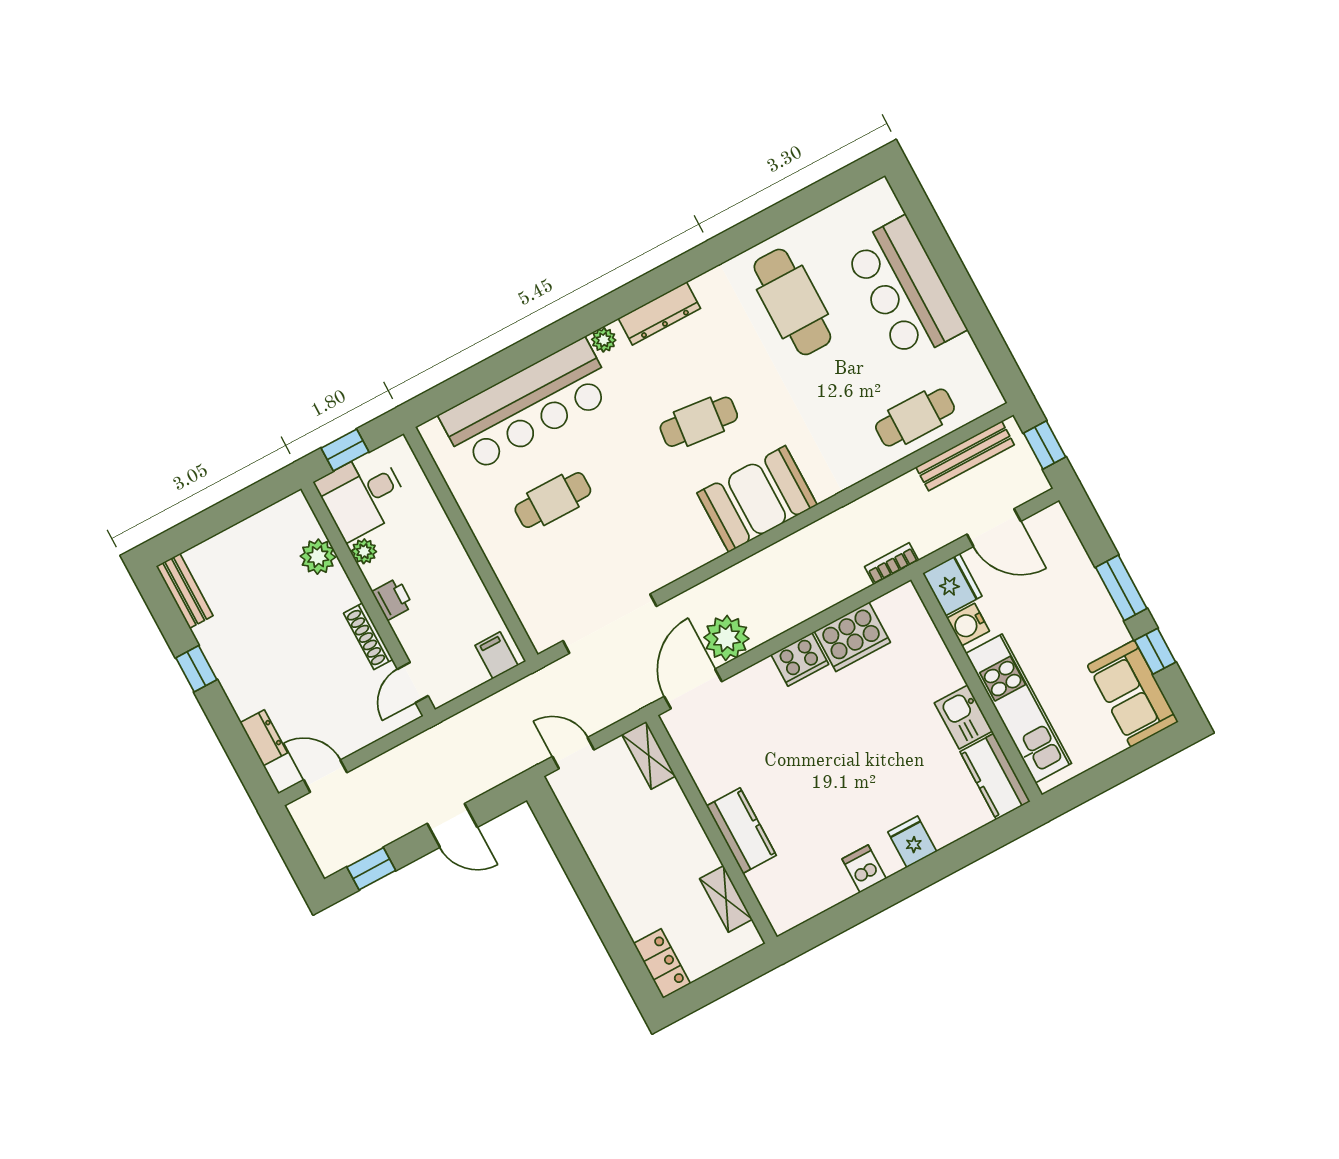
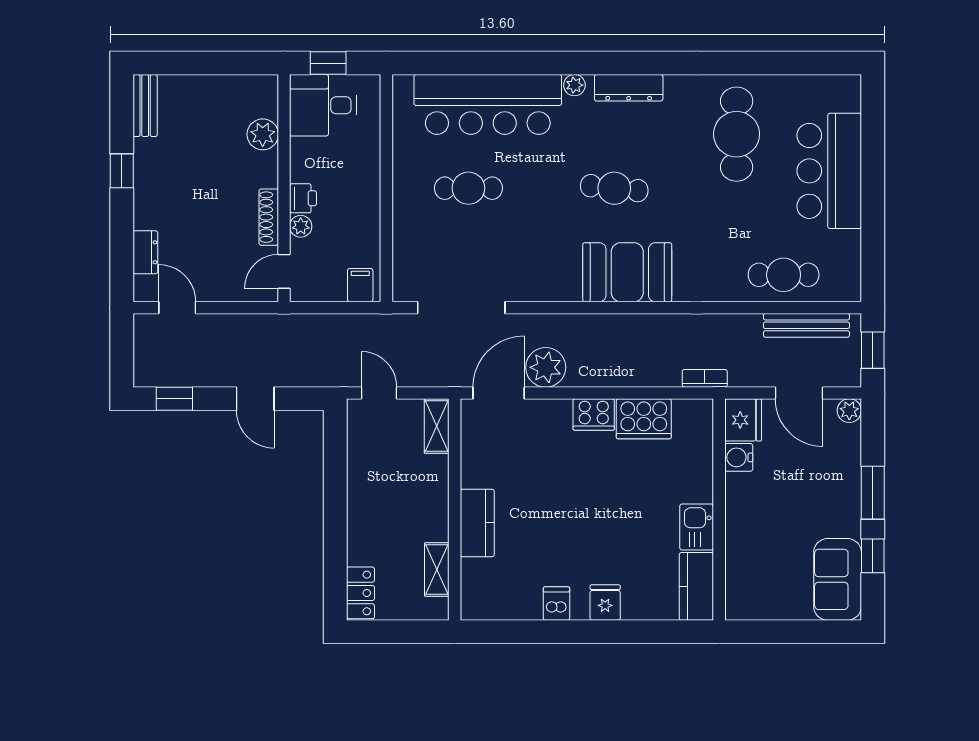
plant: (1054, 518) -> (849, 411), added
plant: (364, 551) -> (301, 226), moved
kitchen unit: (1019, 708) -> (743, 543), removed

